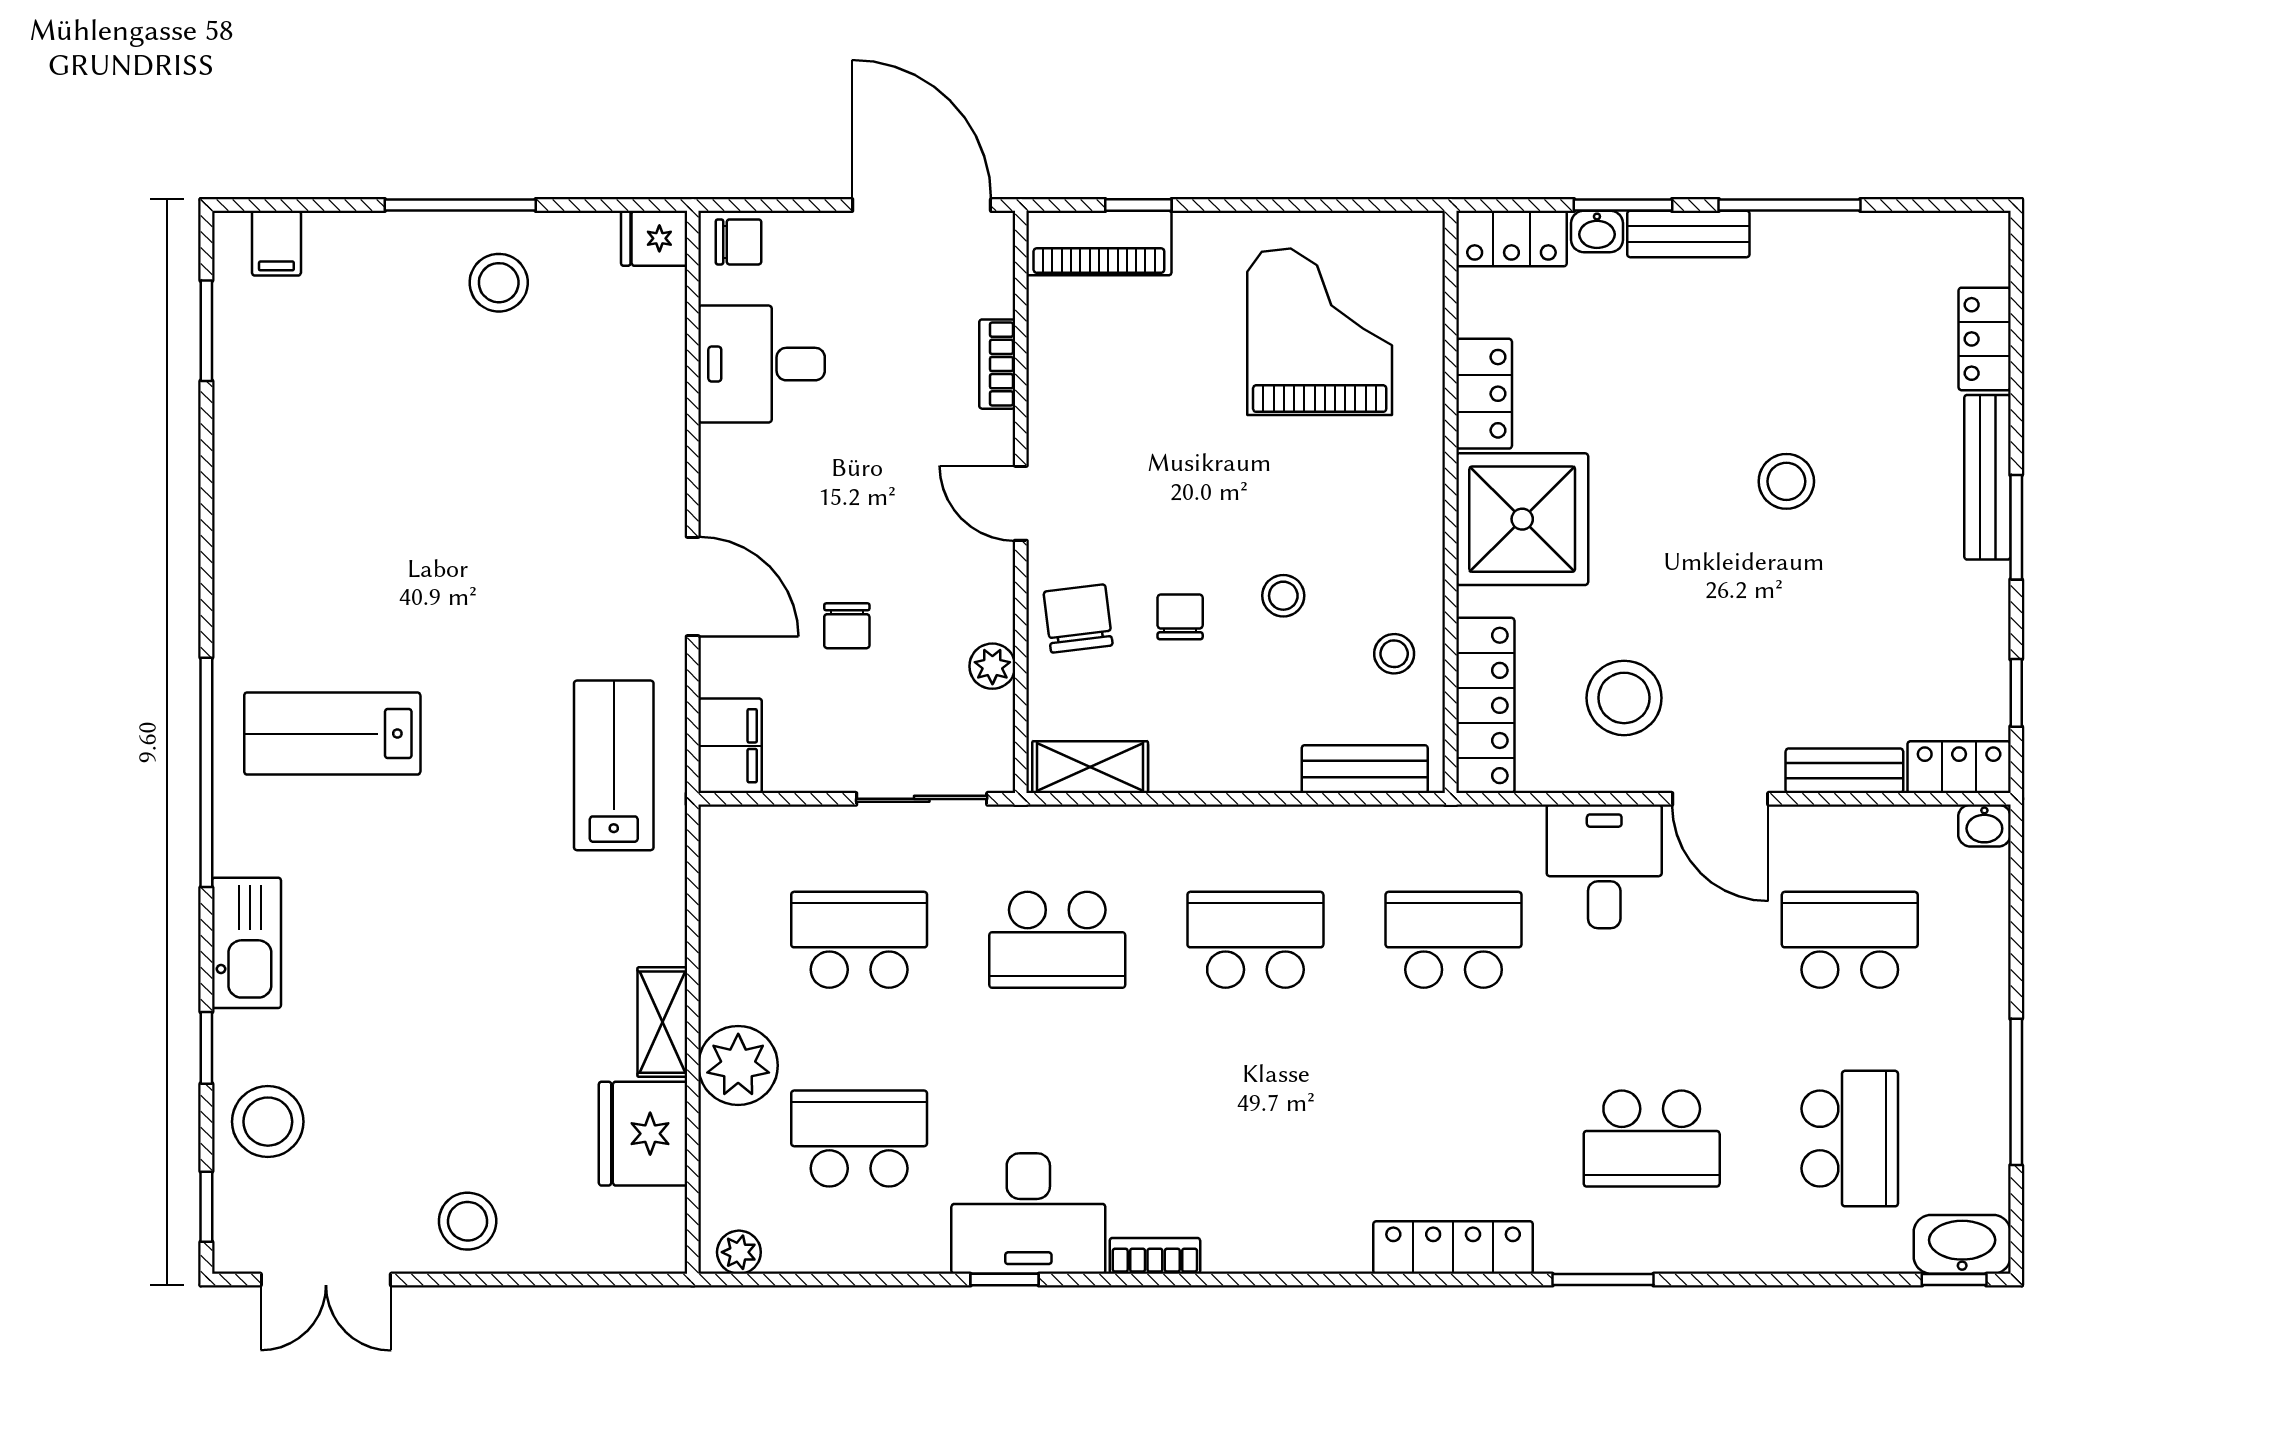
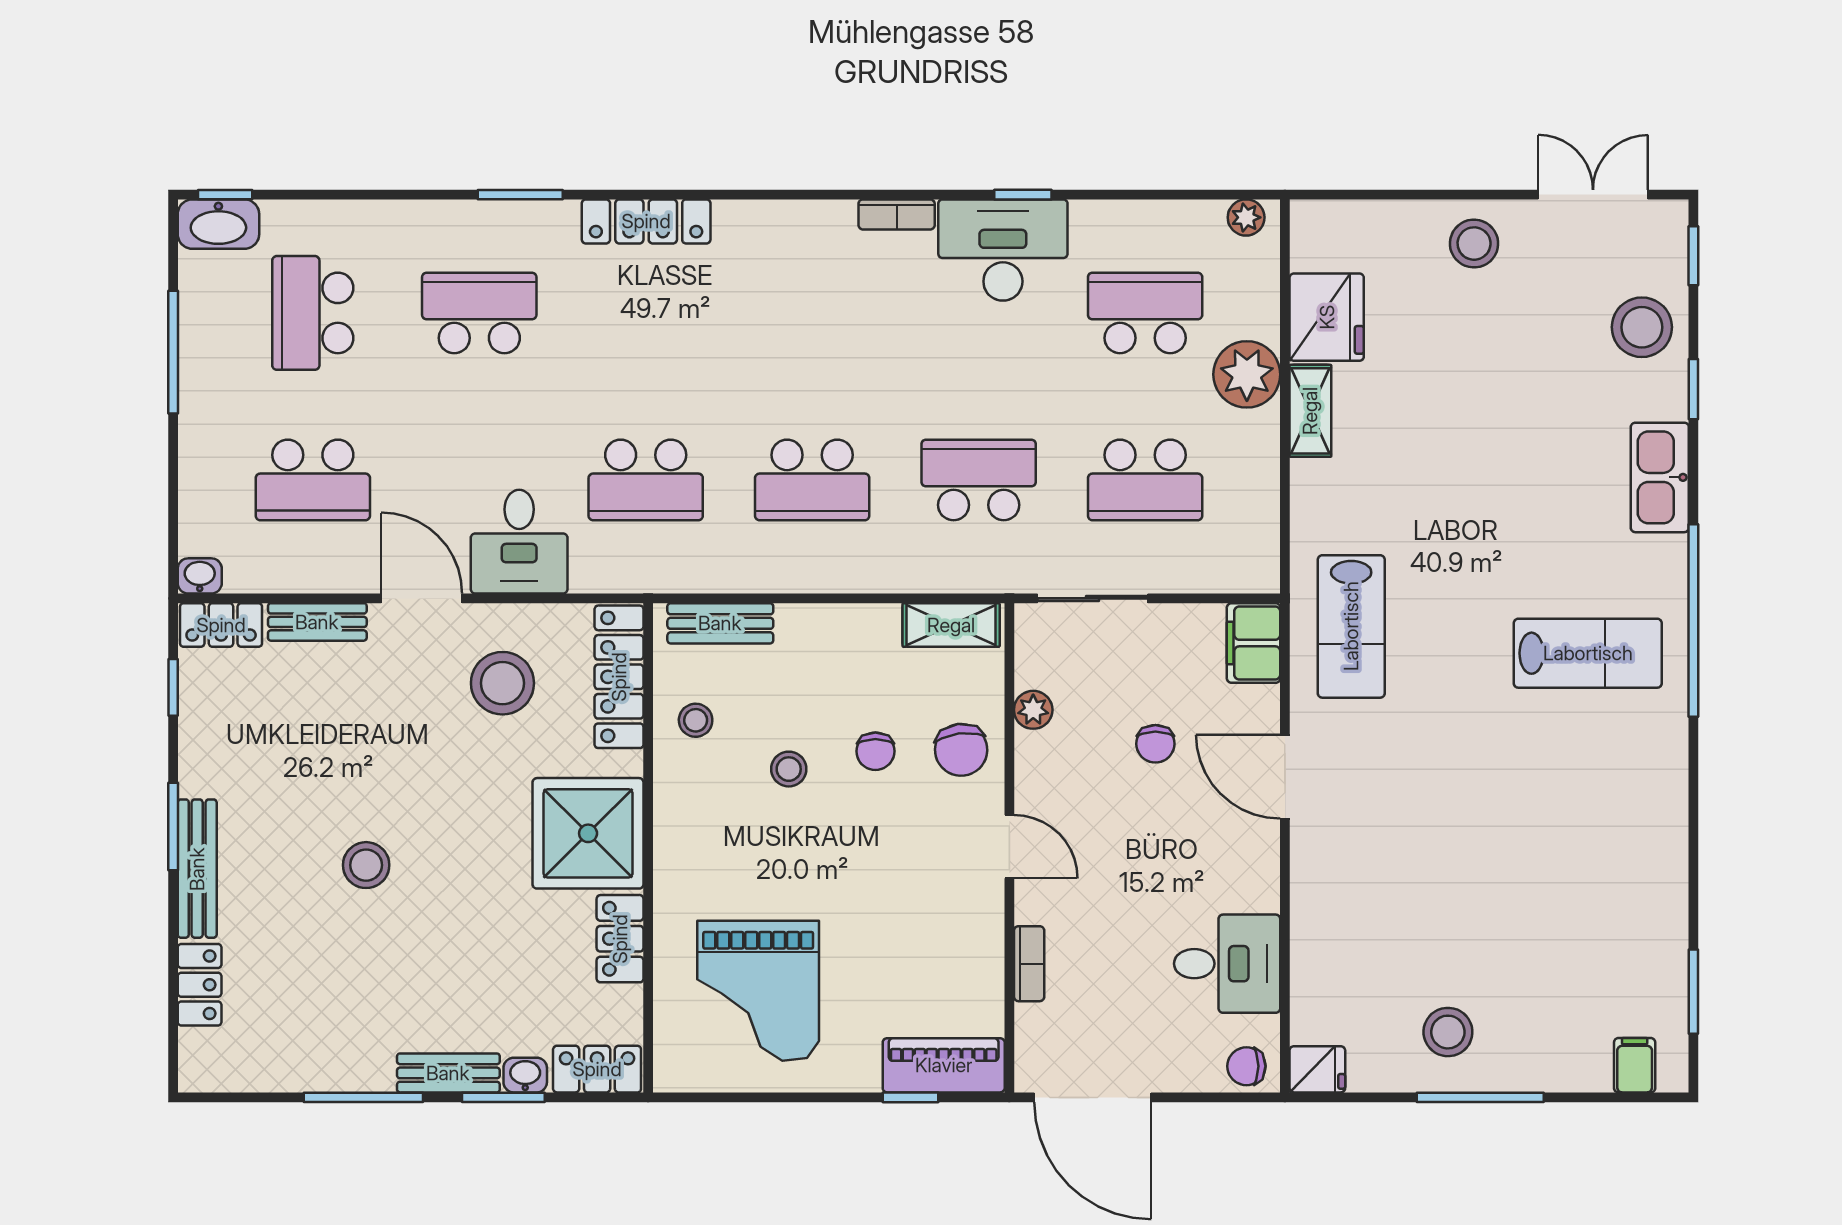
chair: (847, 626) -> (1155, 744), turned 180
school desk: (859, 1139) -> (1145, 313), turned 180

